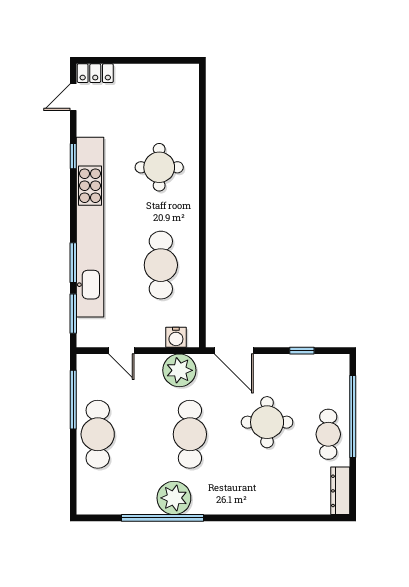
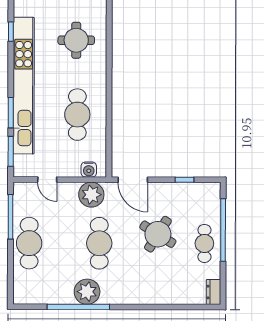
round table: (267, 422) -> (158, 234), turned 32
dresser: (340, 491) -> (213, 292), width x0.70

